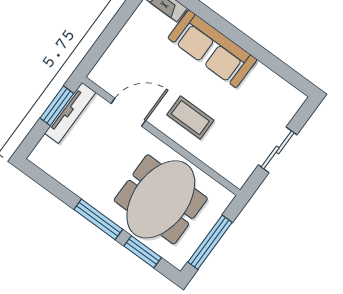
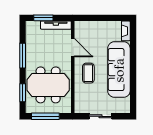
sofa: (212, 49) -> (119, 70), width x1.36, depth x1.27
window: (57, 106) -> (43, 18), moved
window: (98, 219) -> (23, 56), moved

